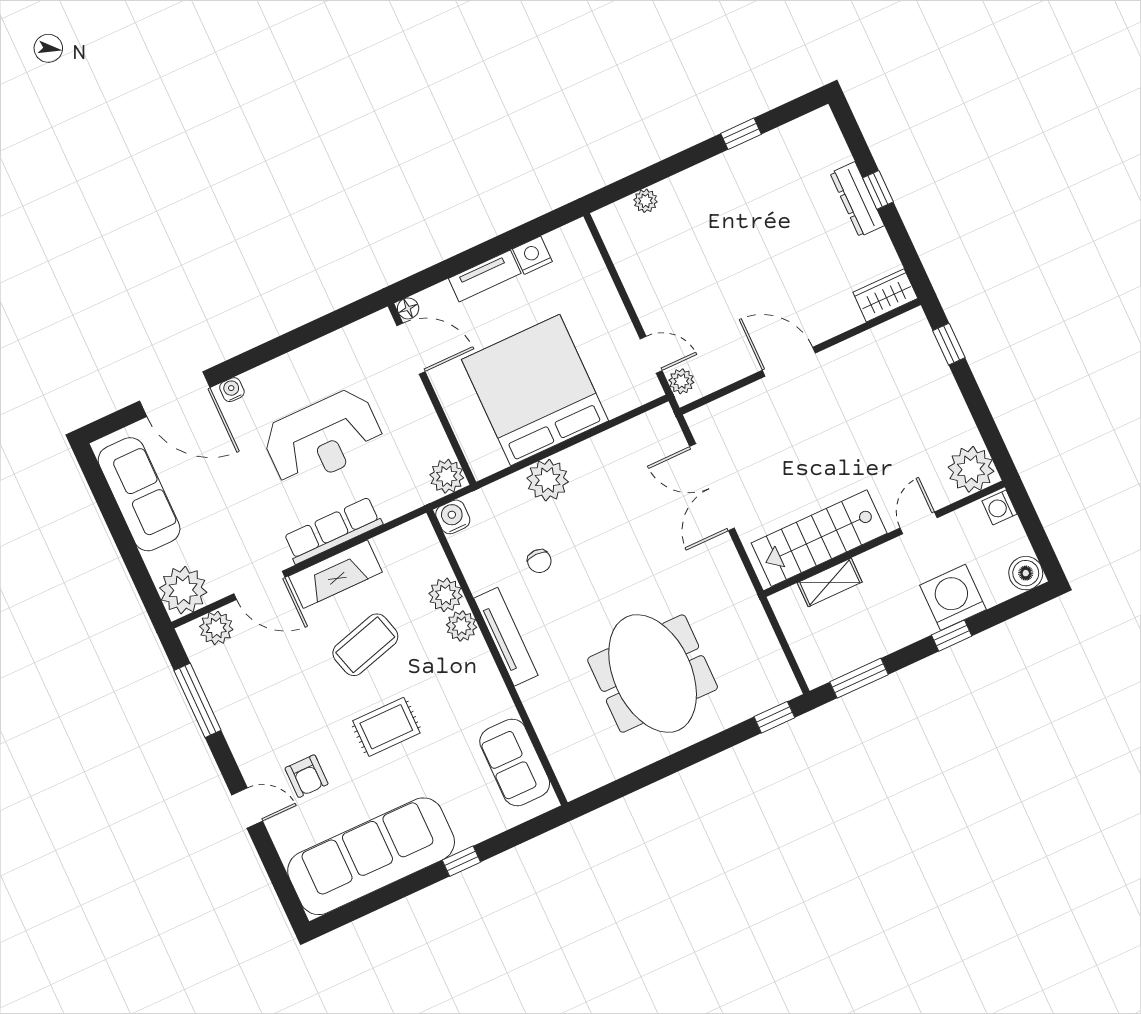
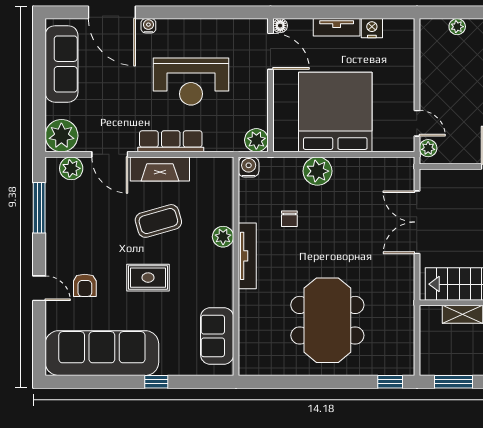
plant: (446, 595) -> (222, 213), removed

